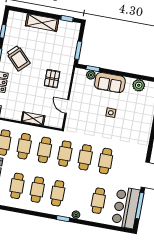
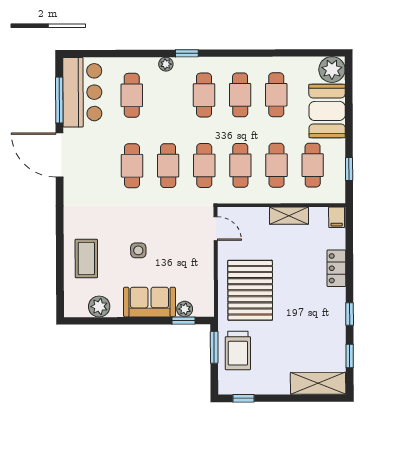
shelving: (42, 23) -> (318, 383), moved
trolley: (18, 58) -> (238, 350), moved, turned -136
pallet: (52, 79) -> (250, 290), width x2.05, depth x2.00
door: (67, 107) -> (216, 229), moved
coffee table: (141, 114) -> (86, 259), added
shelving: (33, 118) -> (289, 216), moved

